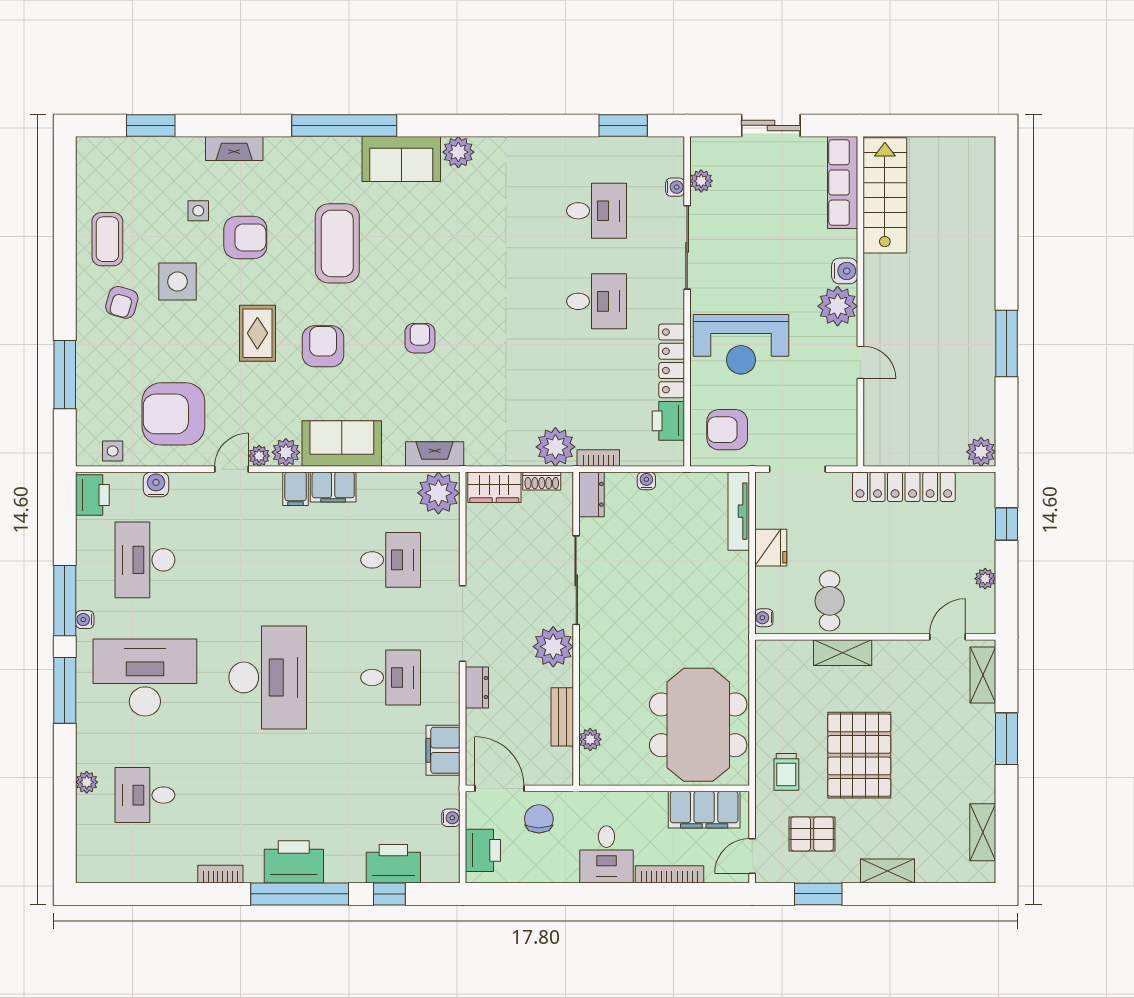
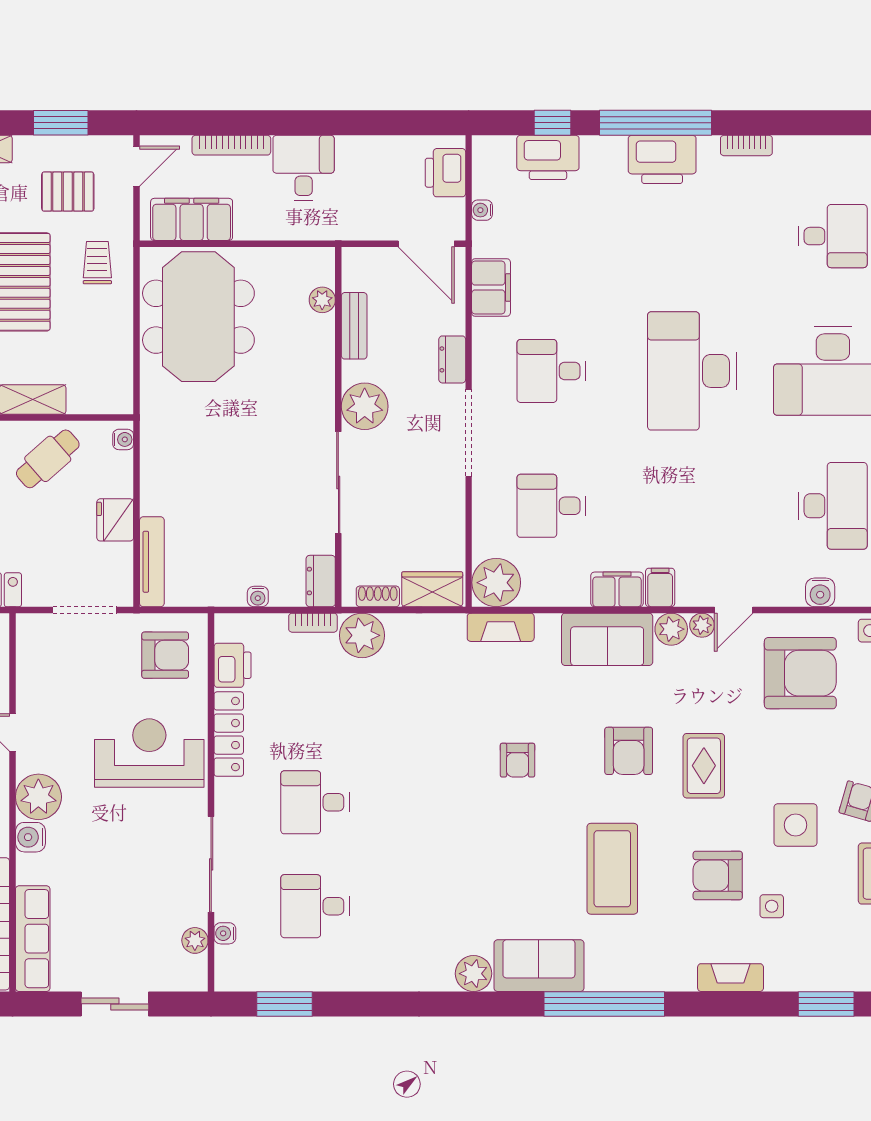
cafe table: (830, 601) -> (48, 459), turned 49
chair: (539, 819) -> (381, 209), removed

